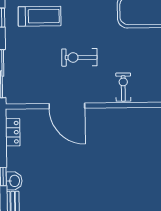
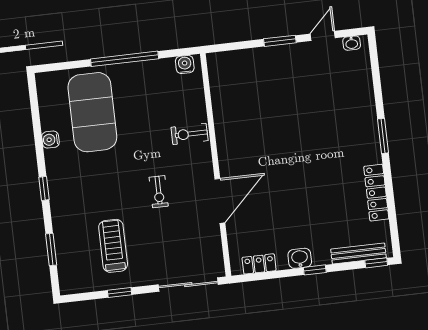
exercise bike: (79, 57) -> (159, 192), width x0.73, depth x0.72
washbasin: (14, 181) -> (300, 258), moved

